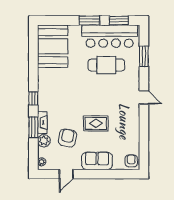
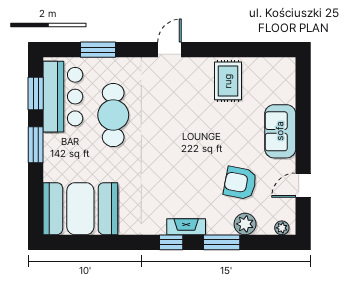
bar counter: (110, 36) -> (63, 97), width x0.73
fireplace: (42, 123) -> (186, 227), moved
rug: (96, 123) -> (228, 81), moved
armchair: (131, 161) -> (280, 72), removed
door: (66, 174) -> (303, 185), swing flipped

